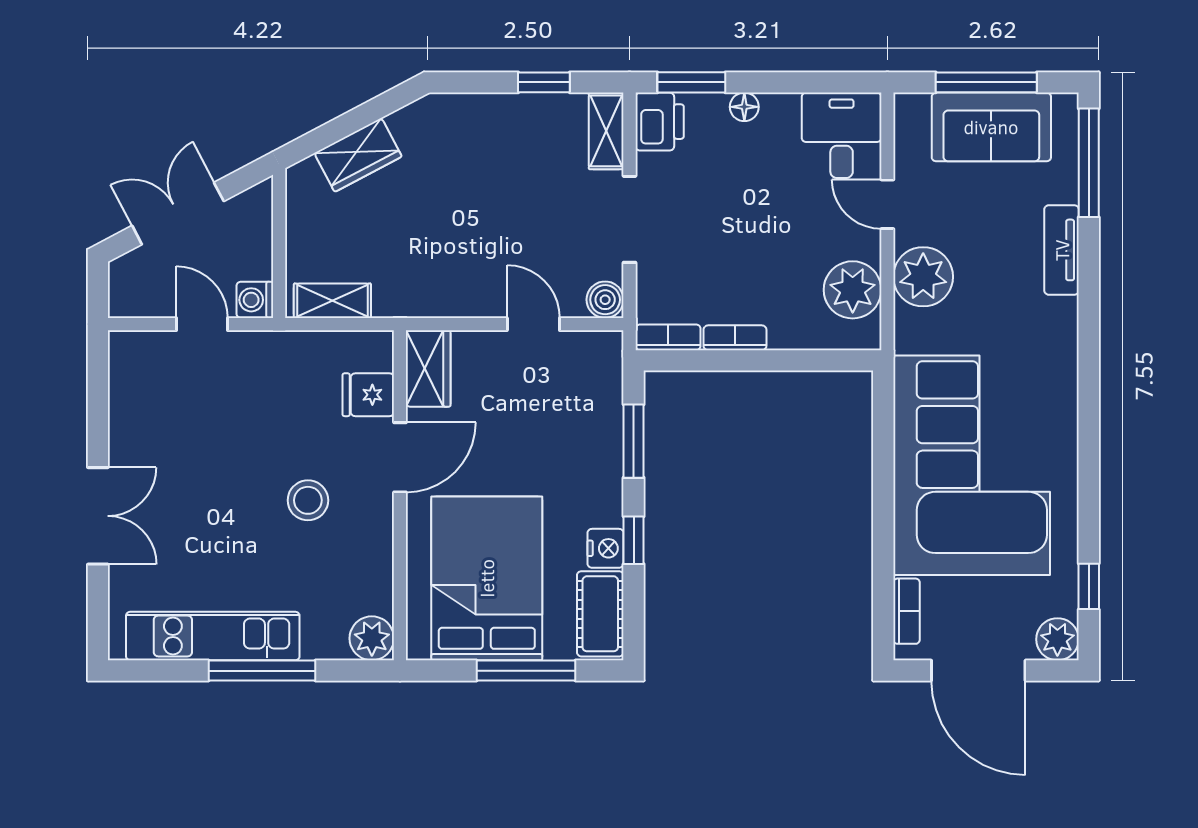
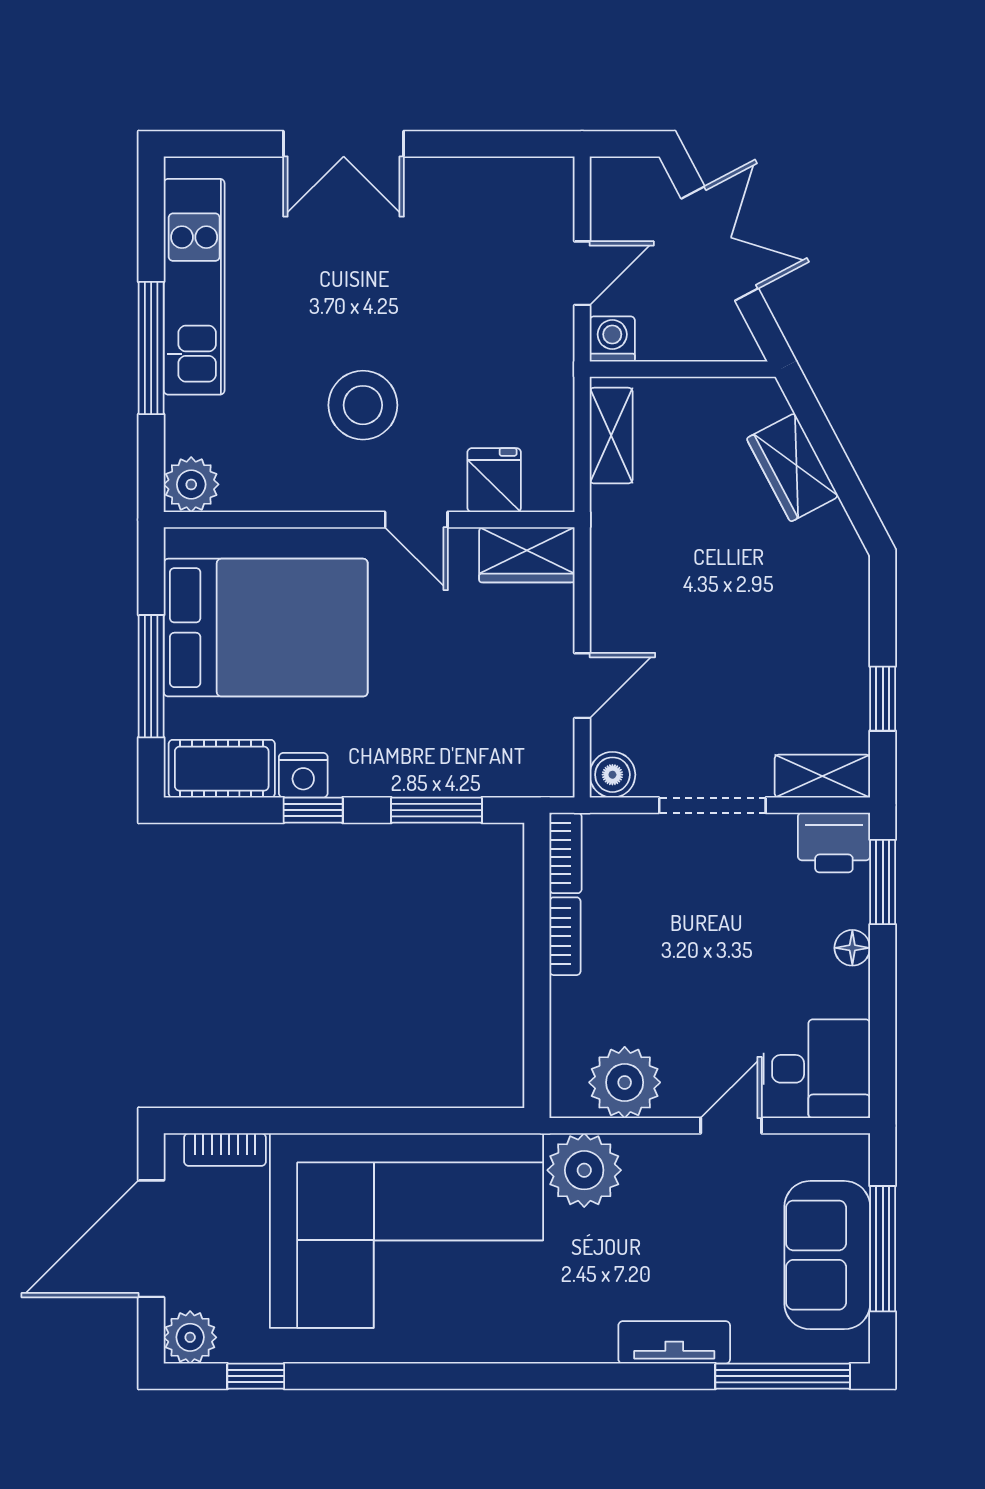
plant: (923, 277) -> (584, 1170), moved
door: (400, 457) -> (416, 520), width x0.73
stool: (308, 500) -> (363, 405), width x1.38, depth x1.38

